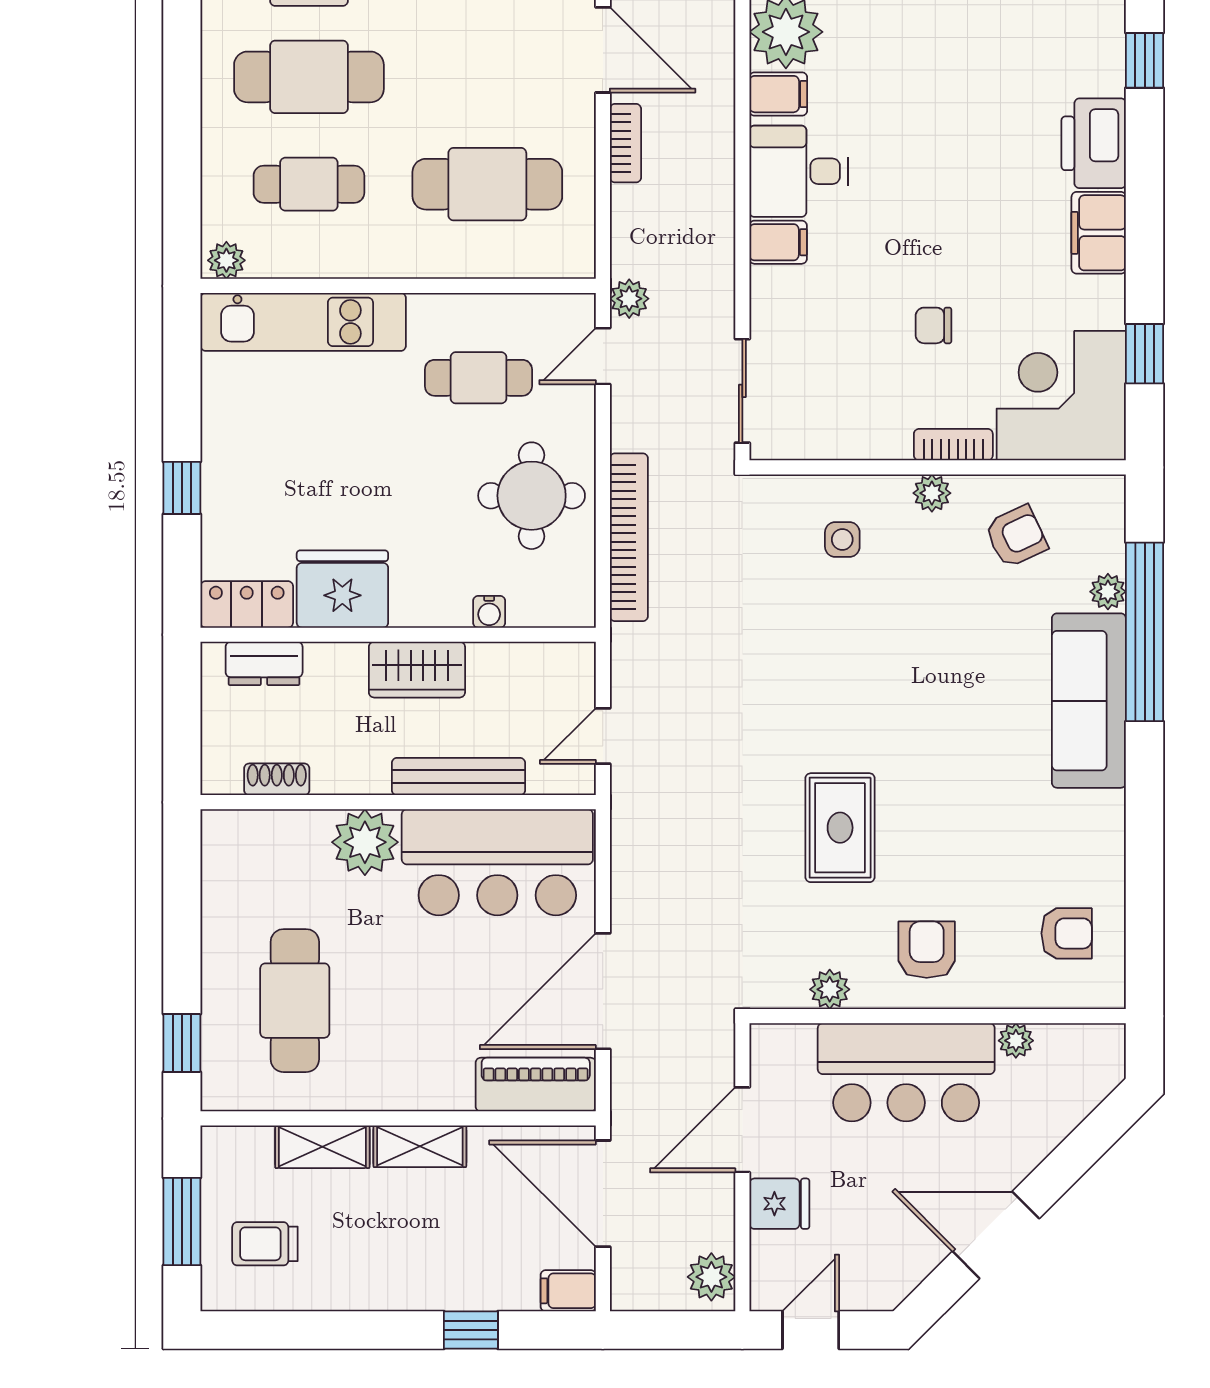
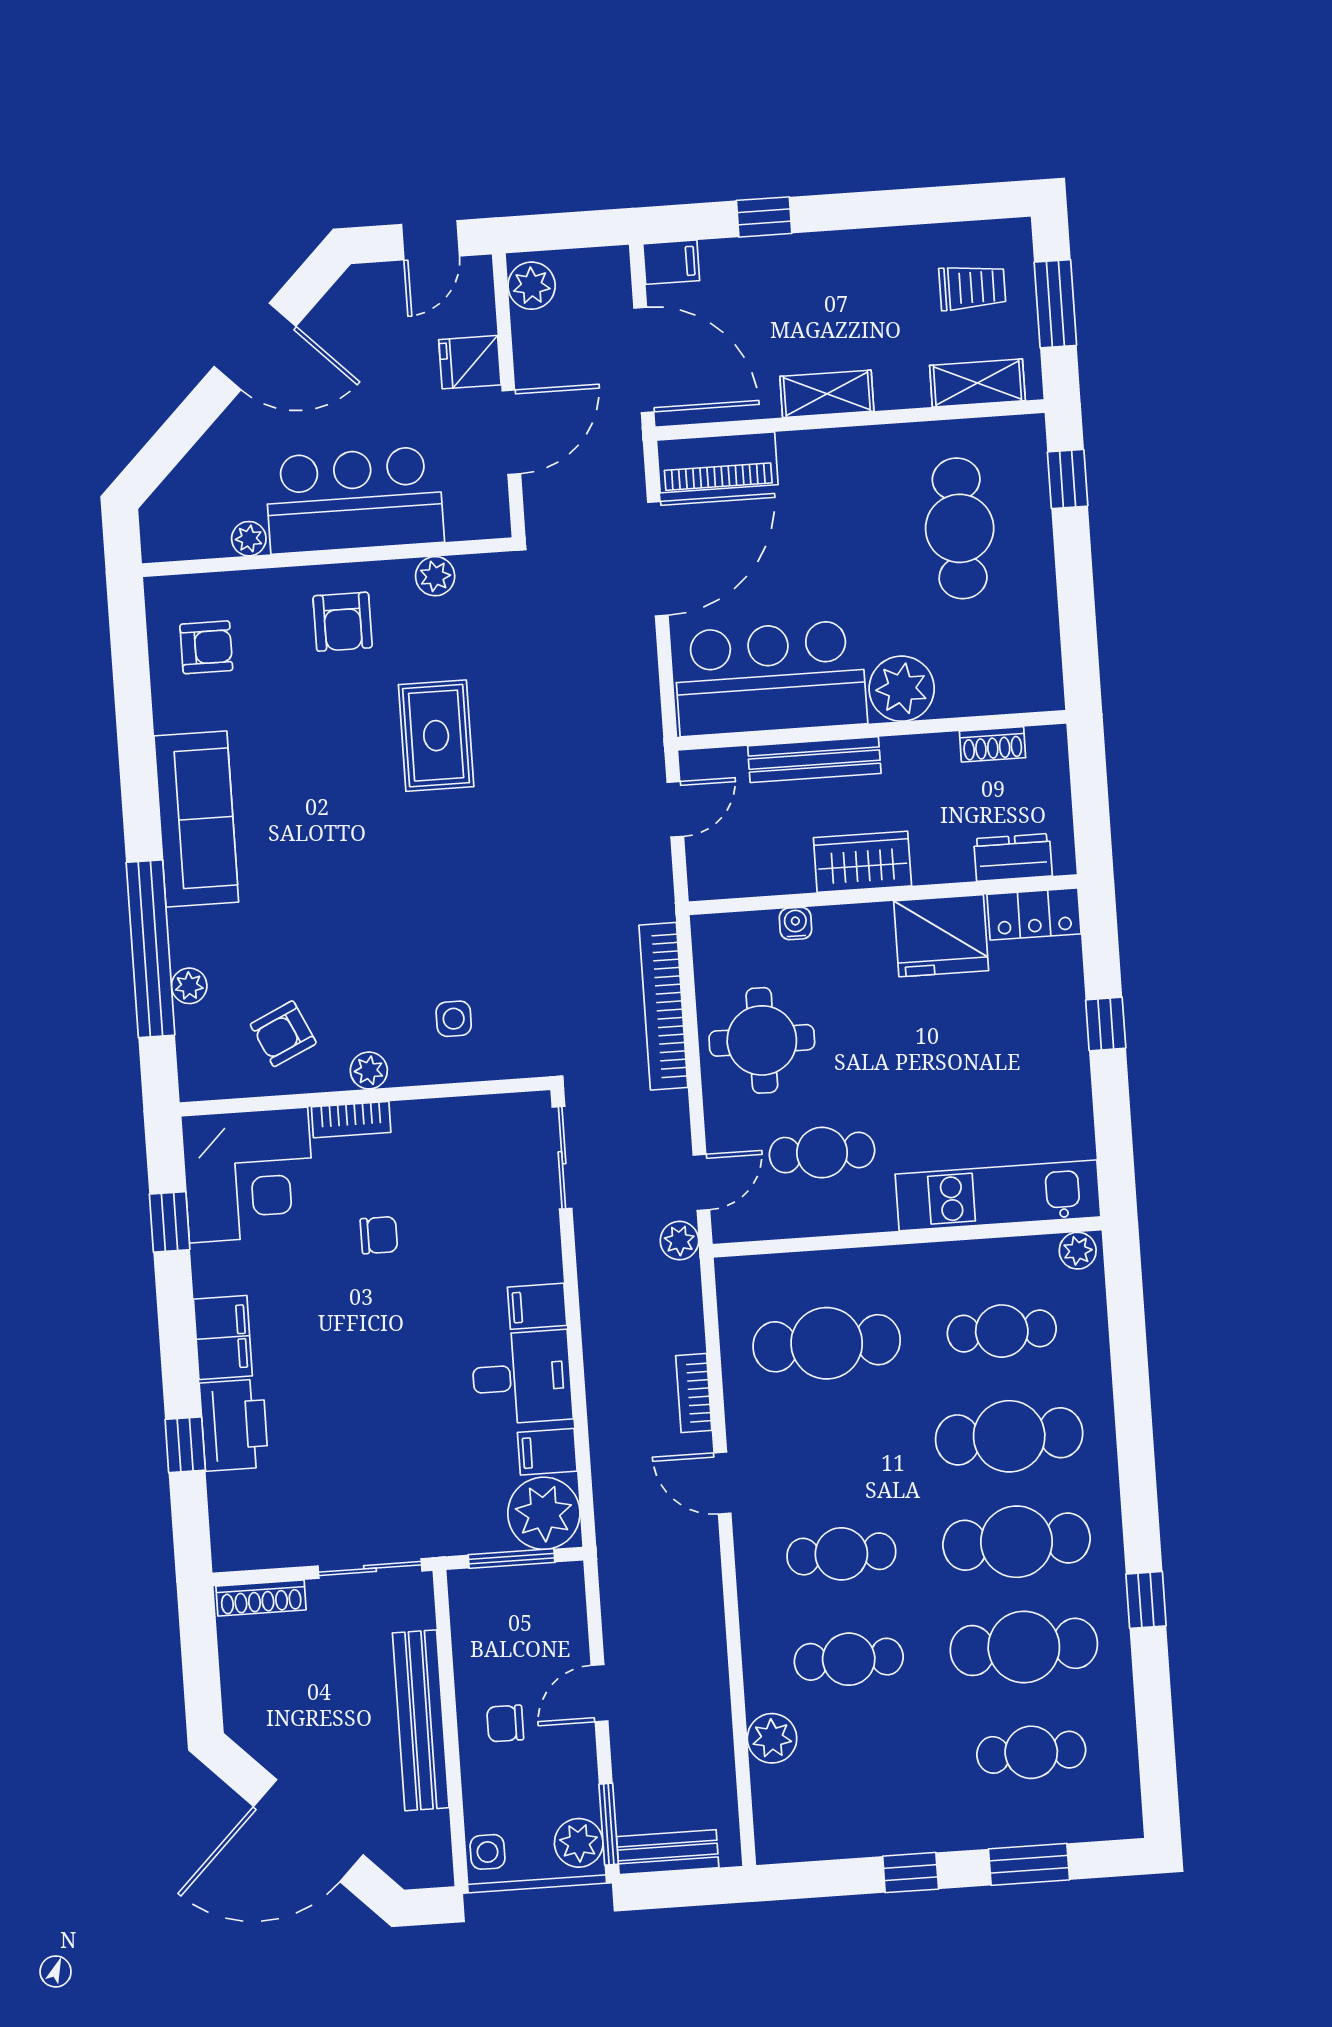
door: (603, 50) -> (722, 1483), width x0.73
window: (1145, 60) -> (185, 1445), moved
sofa: (1089, 701) -> (196, 819), moved
armchair: (1067, 933) -> (206, 647), turned 180
shelving: (322, 1147) -> (977, 383), moved

